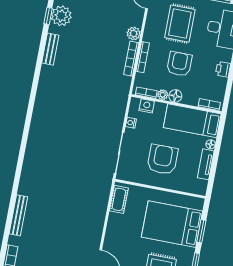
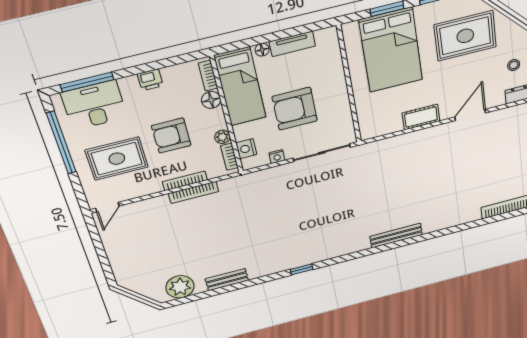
window: (48, 16) -> (302, 269), moved
plant: (134, 34) -> (160, 204), removed
floor lamp: (175, 96) -> (211, 100), moved
armchair: (162, 159) -> (295, 109), moved
cot: (119, 199) -> (421, 117), moved
bench: (18, 215) -> (396, 236), moved

